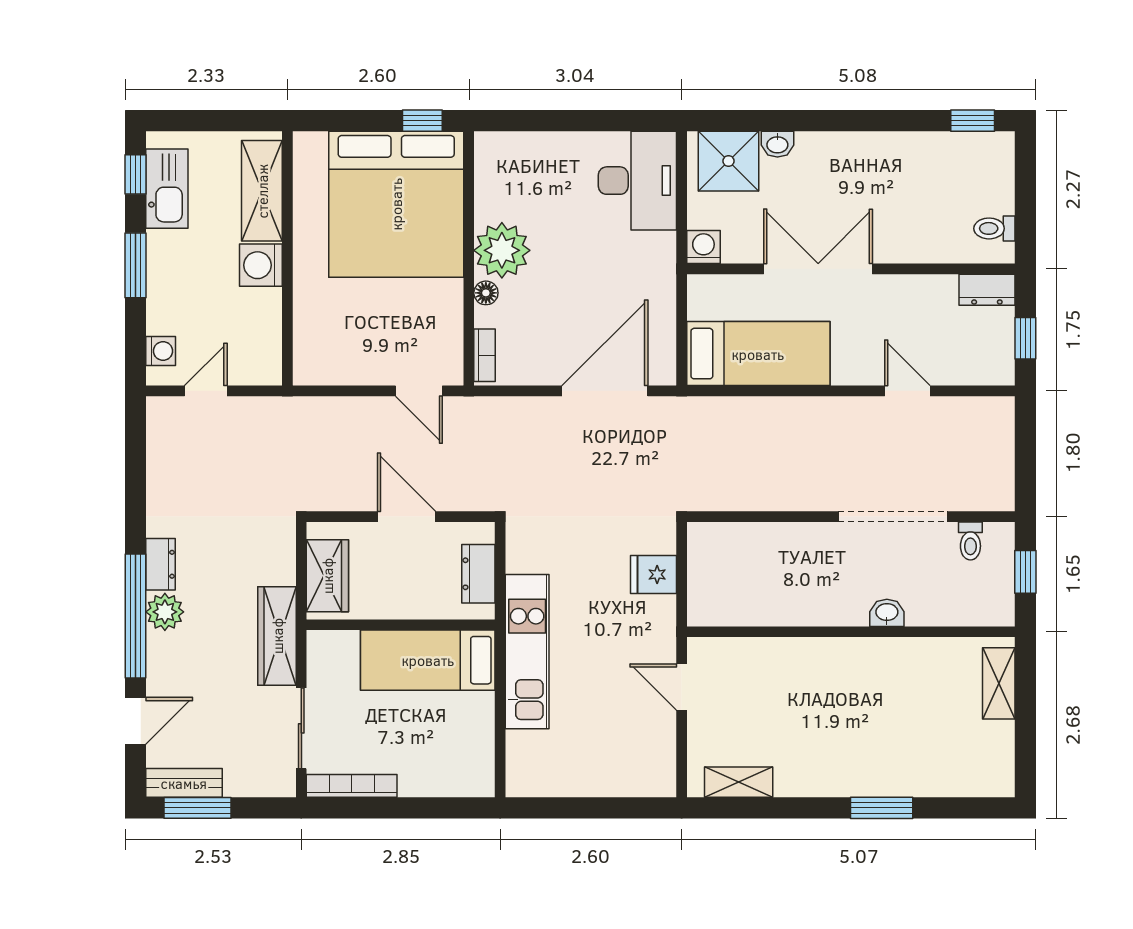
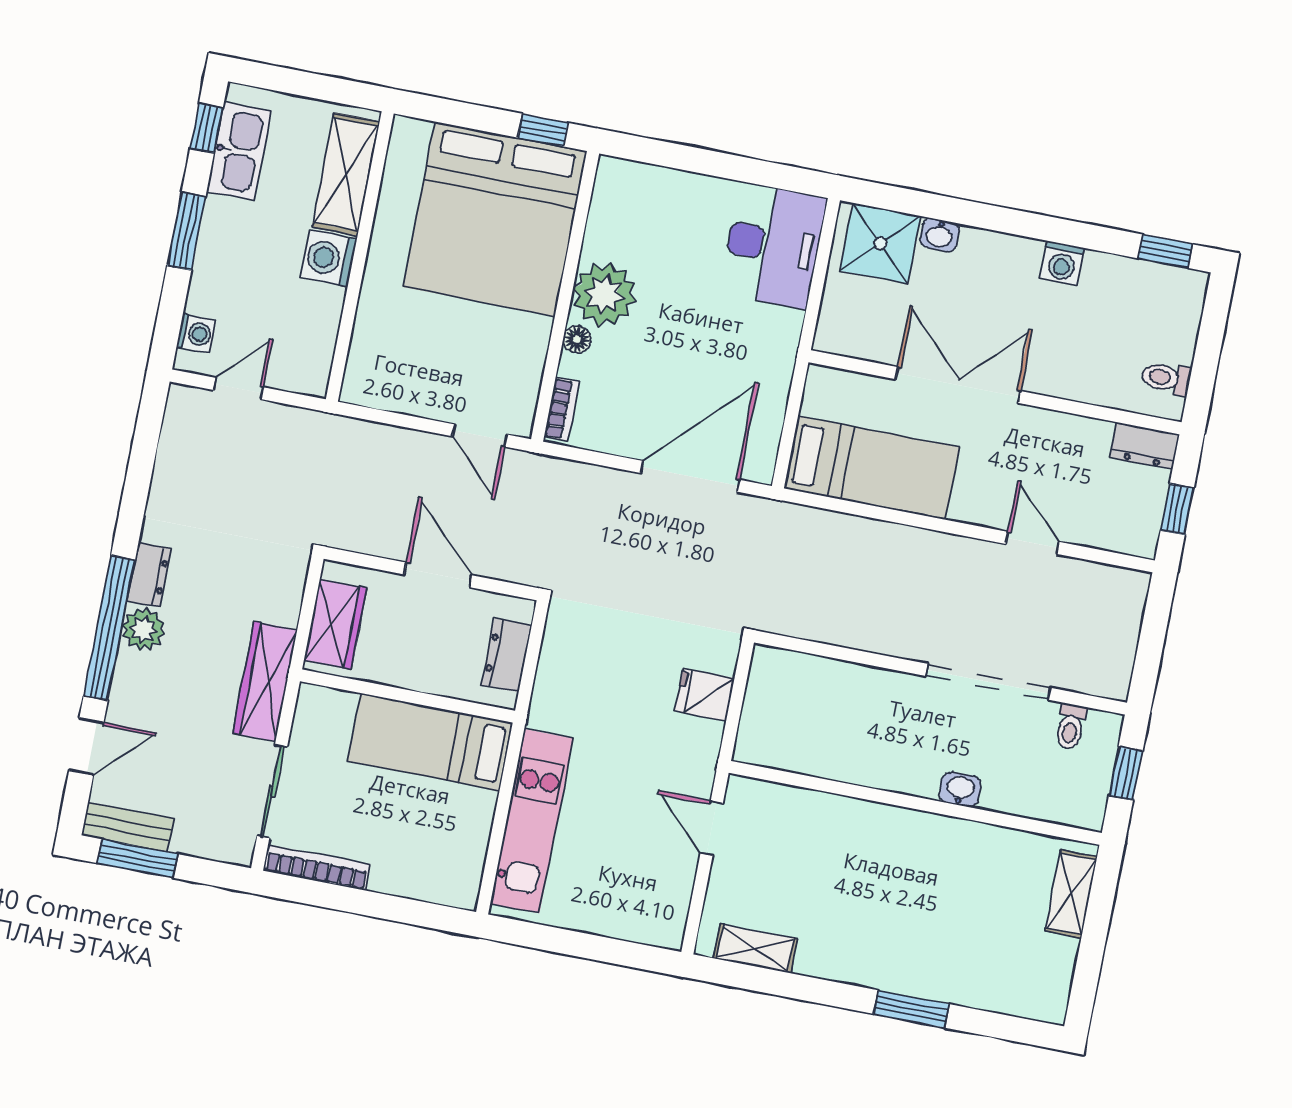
washing machine: (703, 247) -> (1062, 263), moved, turned 180
kitchen unit: (527, 652) -> (532, 821), moved

